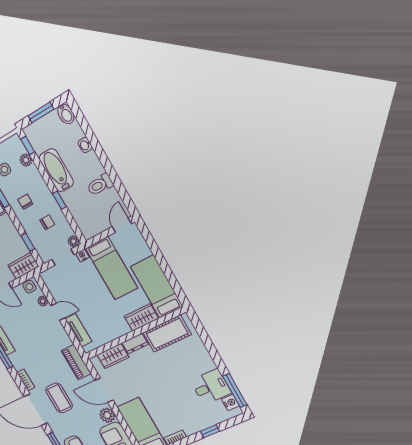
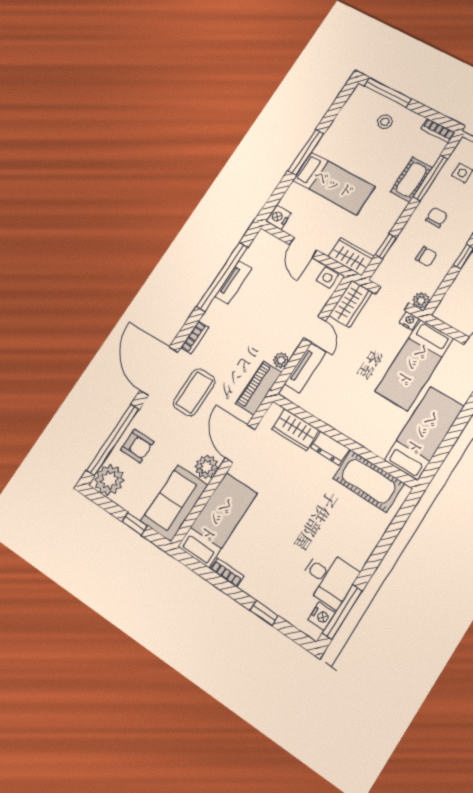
plant: (43, 301) -> (281, 360), moved
wardrobe: (141, 317) -> (351, 304), moved, turned 90

